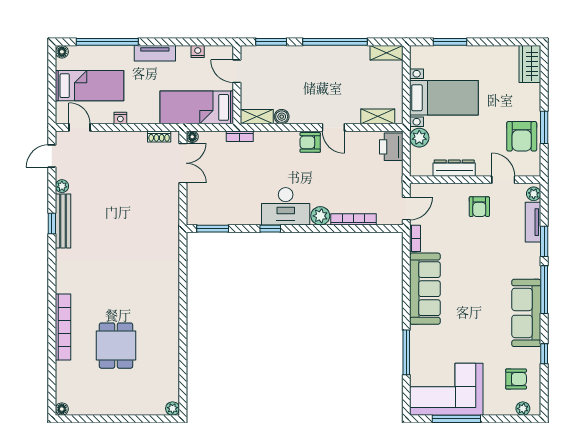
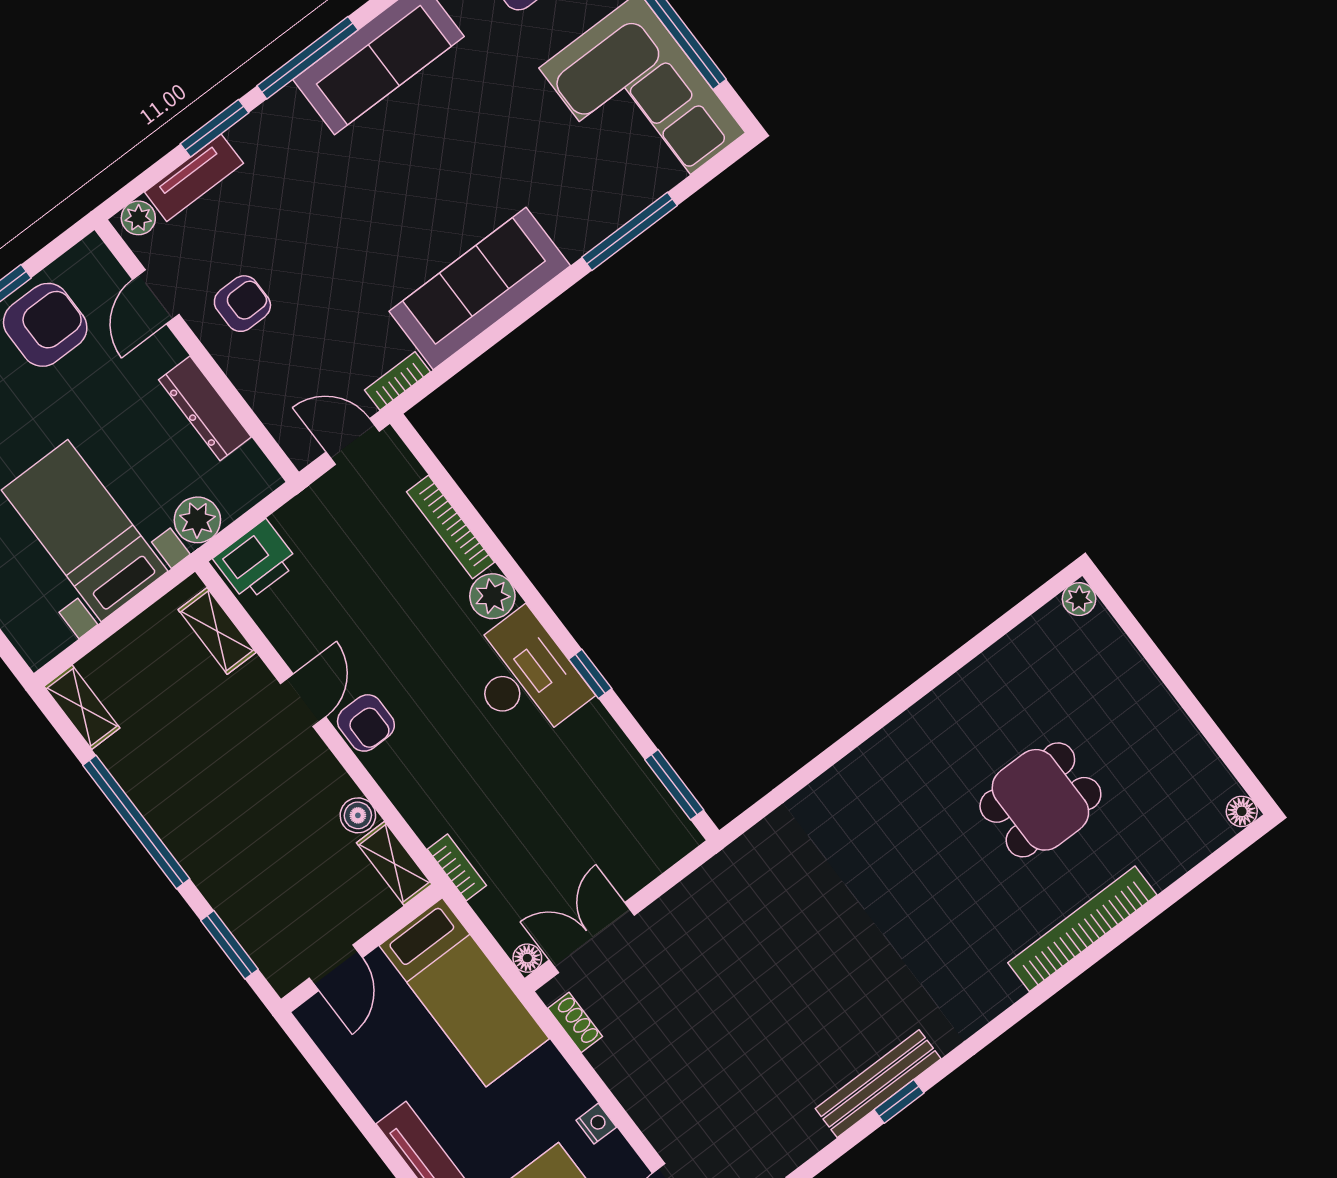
nightstand: (198, 52) -> (355, 1072), removed
plant: (62, 186) -> (812, 1137), removed

